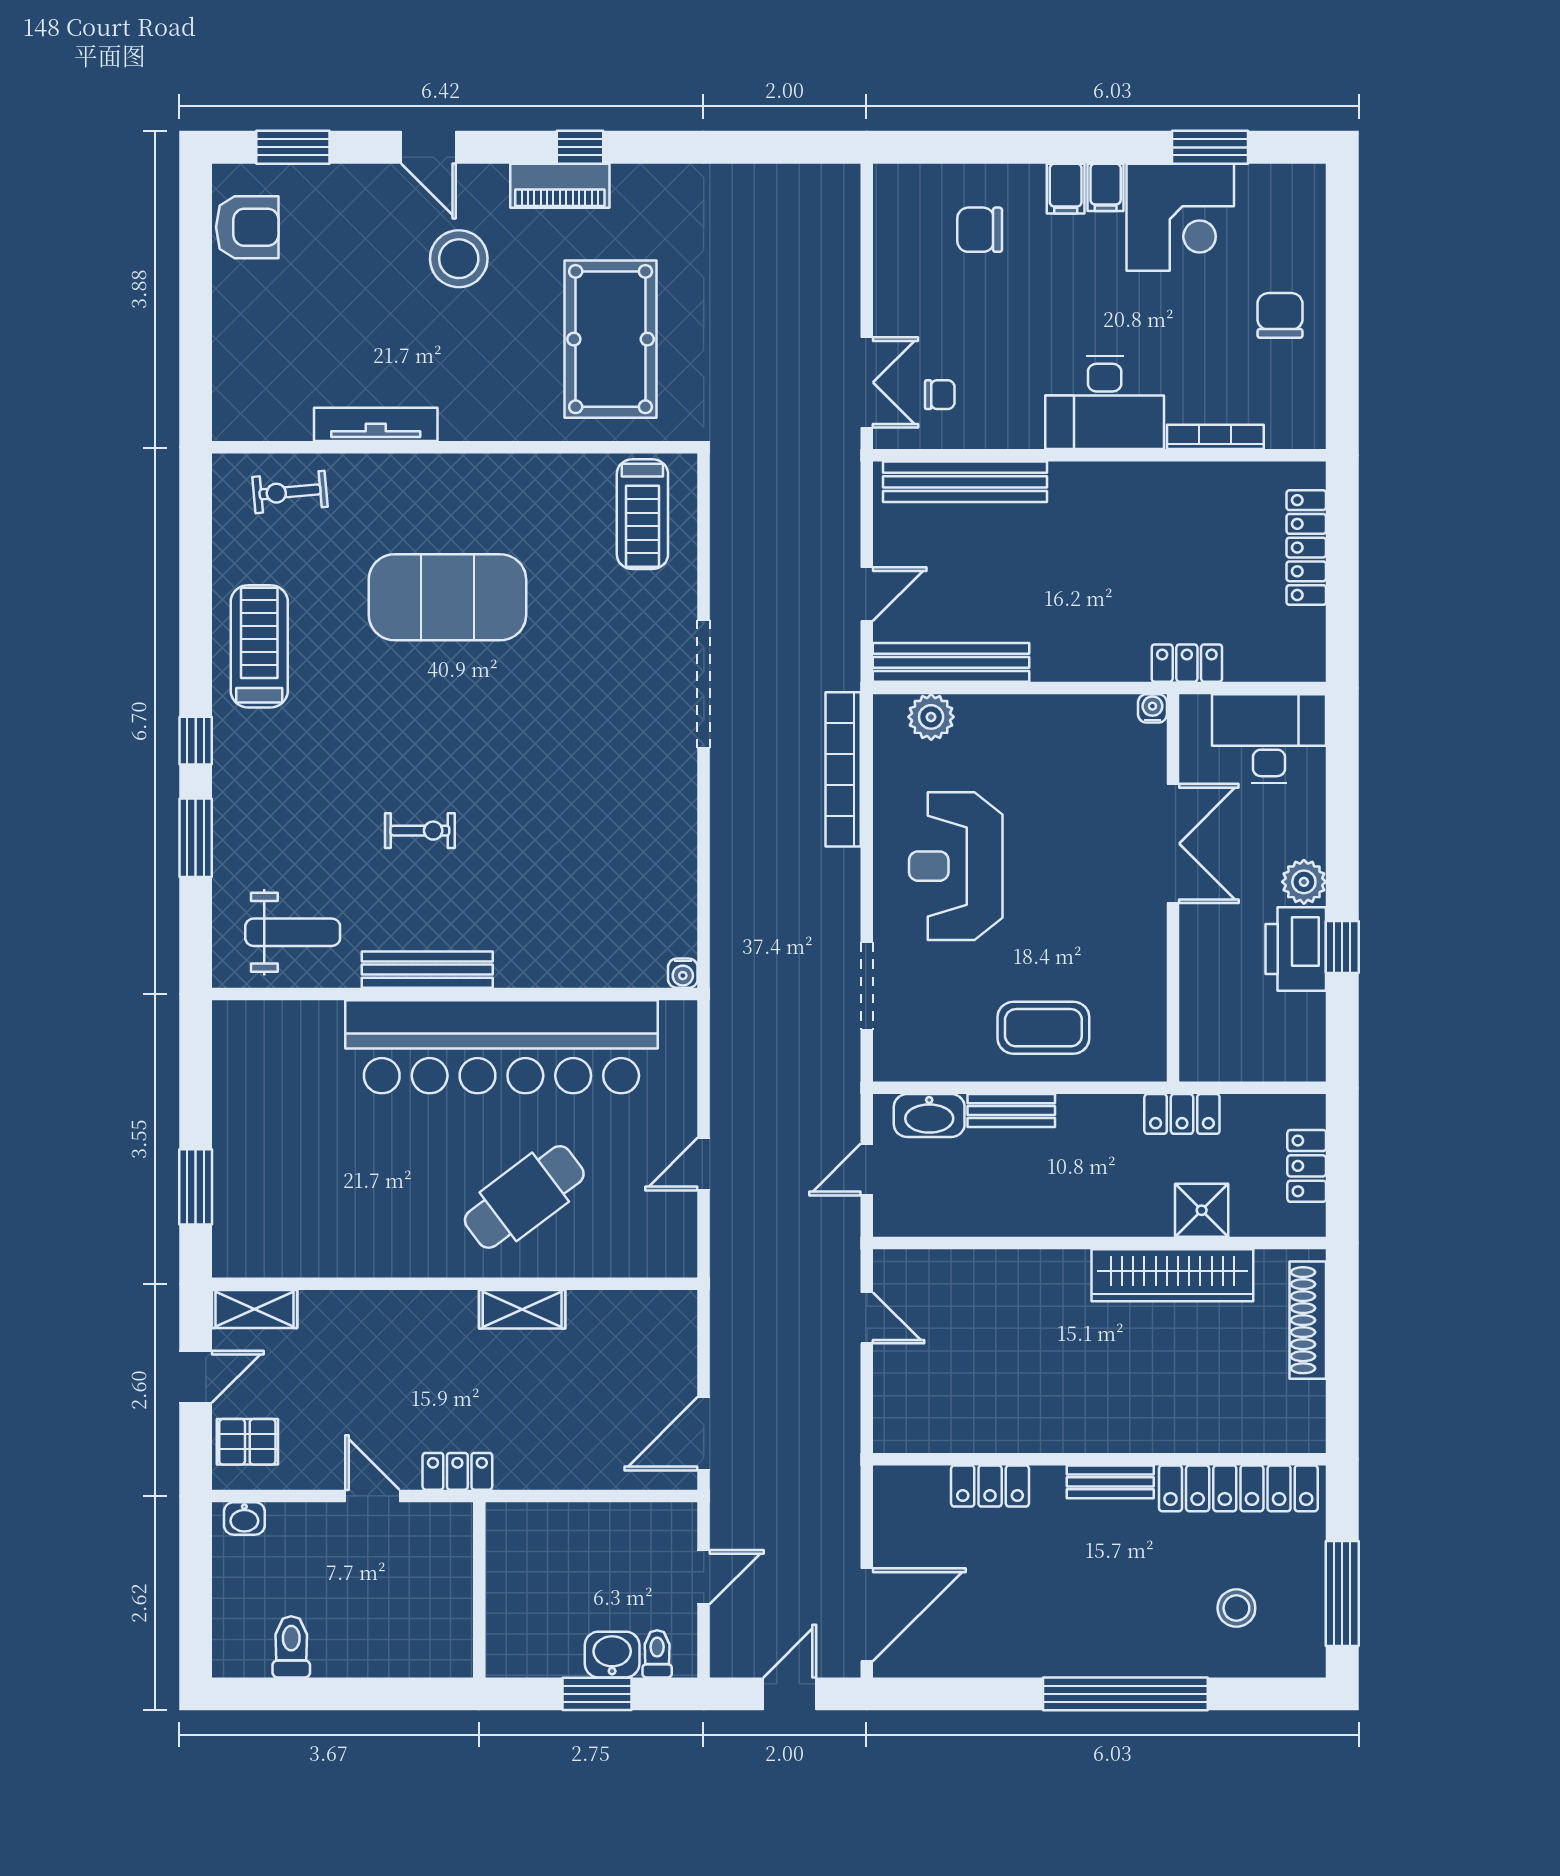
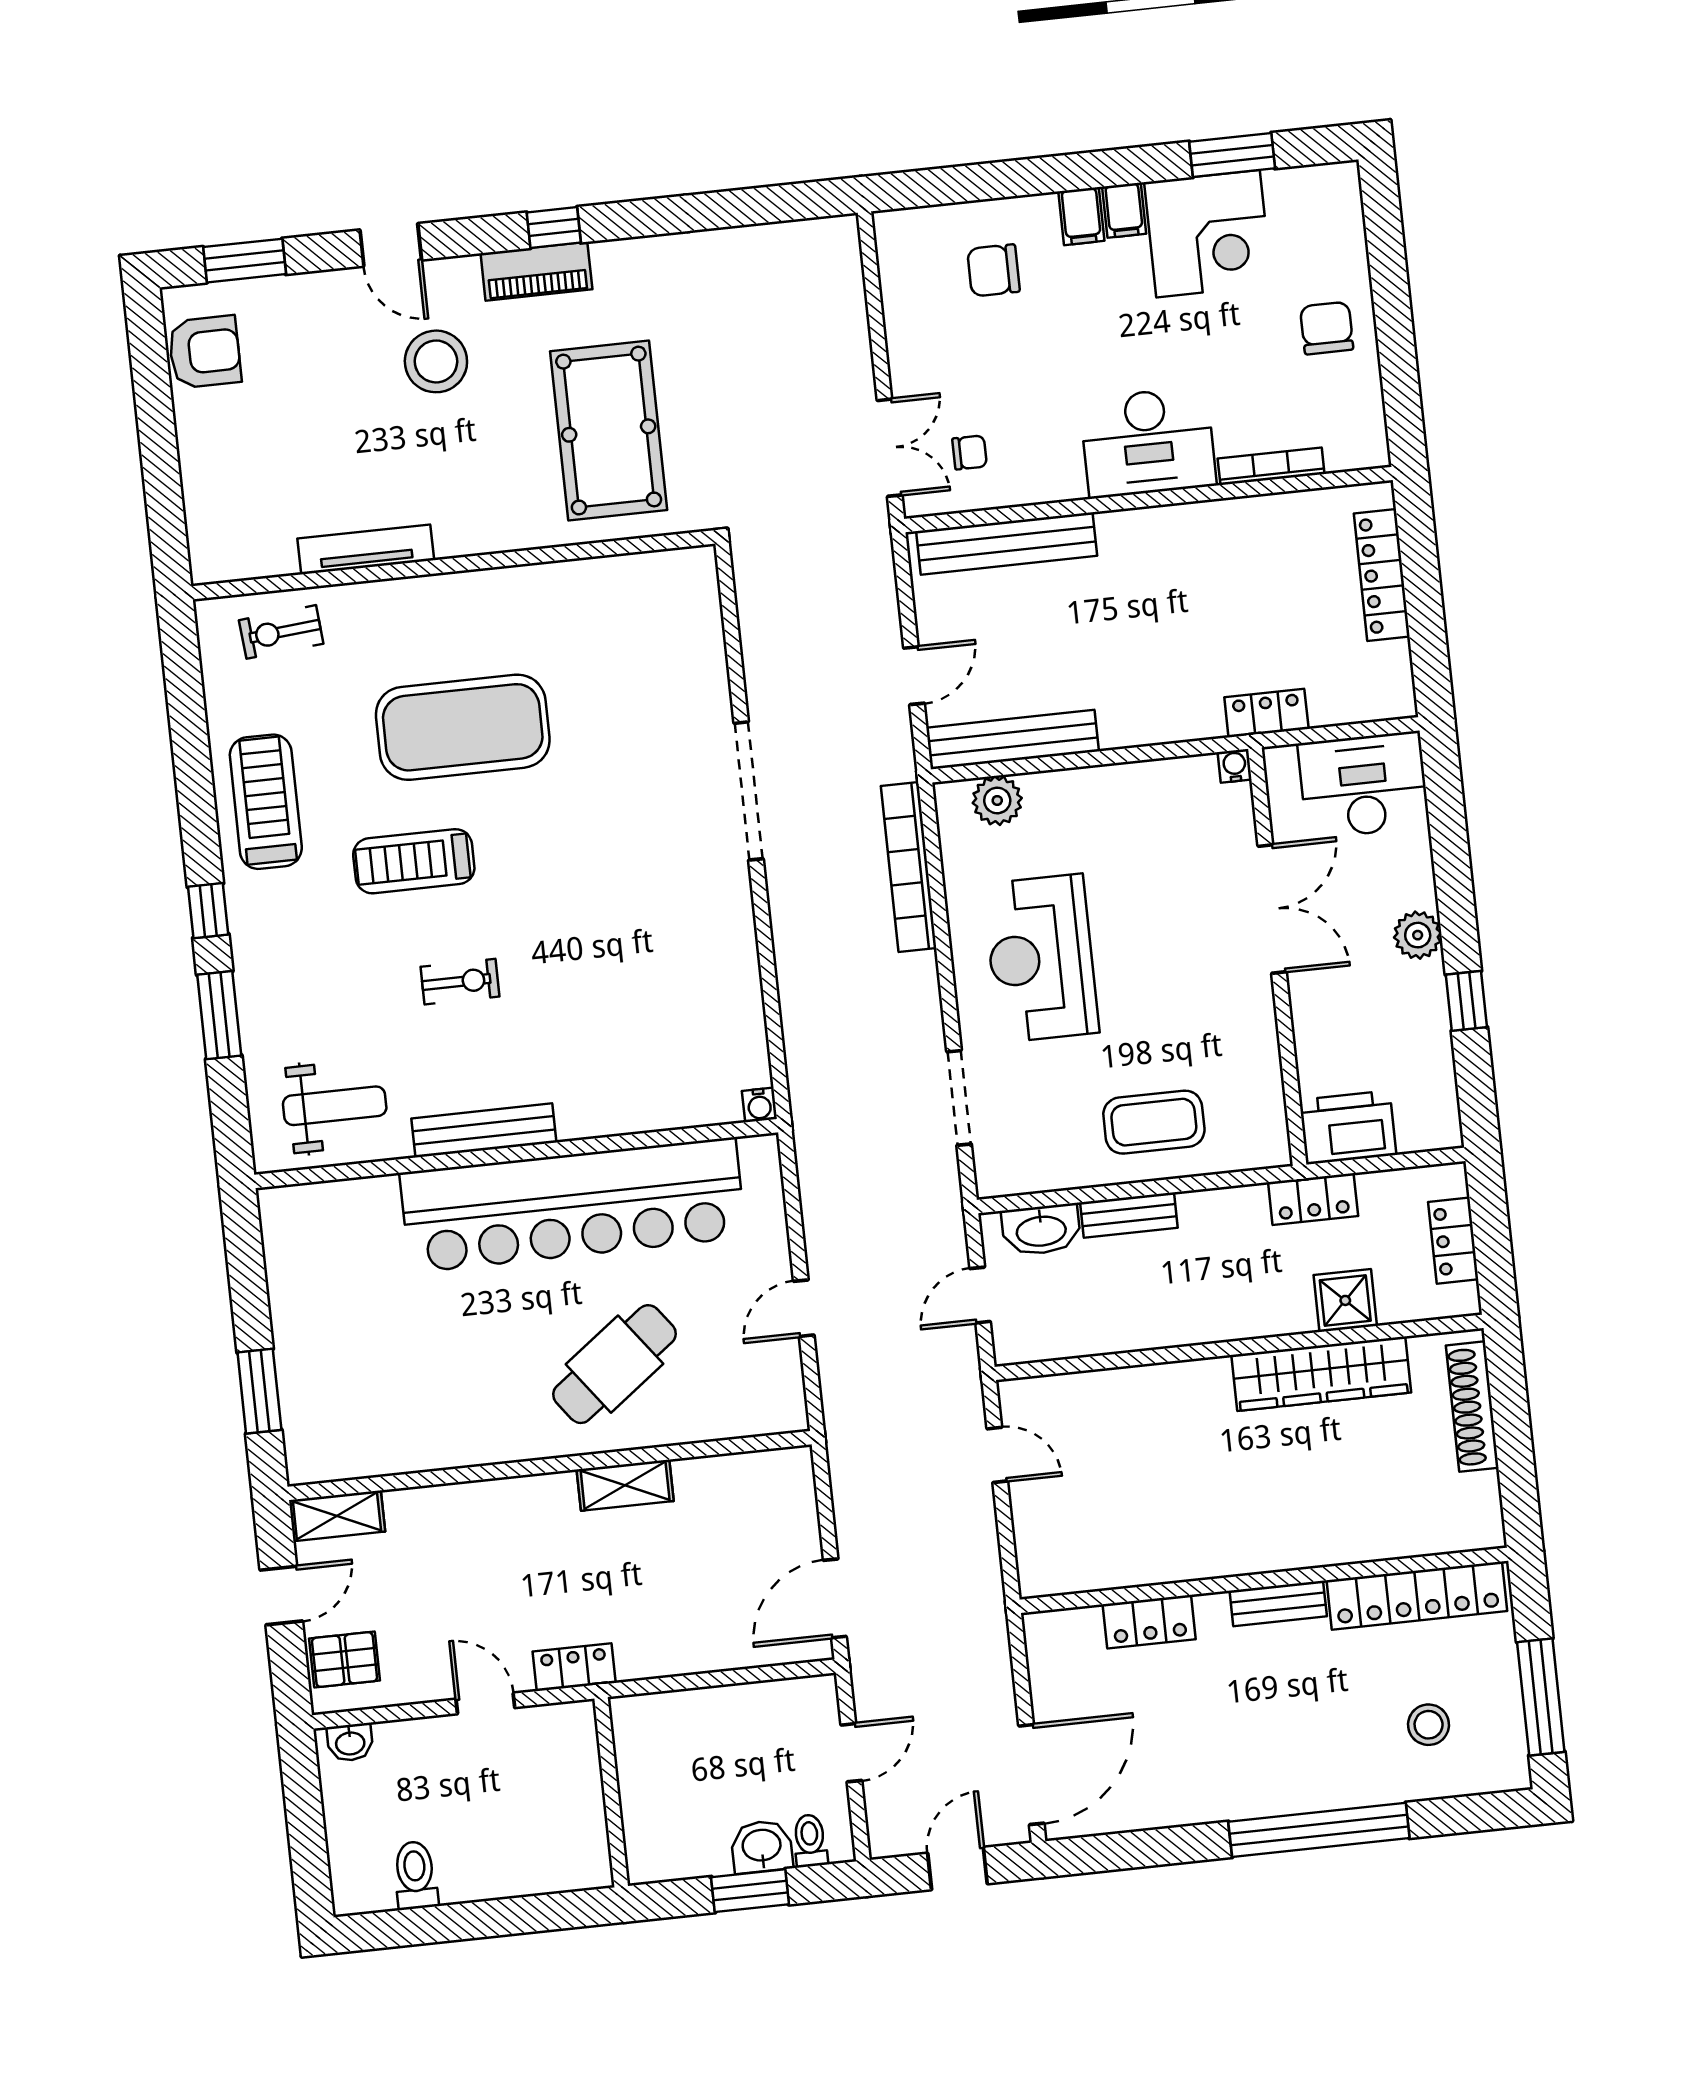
treadmill: (642, 514) -> (414, 861), moved, turned 90
printer: (1296, 949) -> (1348, 1127), moved, turned 90

